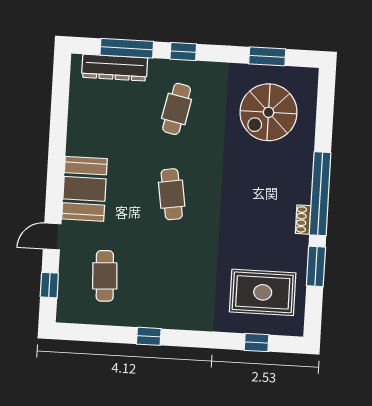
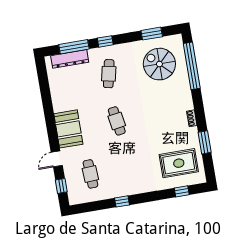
spiral stairs: (269, 112) -> (159, 64), turned 90
window: (320, 194) -> (192, 66), moved

